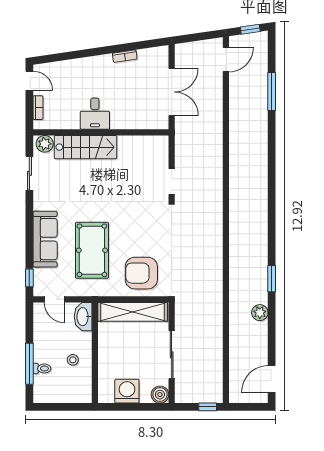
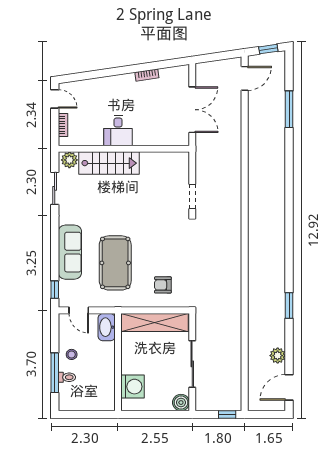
armchair: (141, 273) -> (163, 285), width x0.53, depth x0.53
window: (272, 279) -> (289, 305), moved
plant: (260, 313) -> (278, 356), moved
stool: (73, 360) -> (72, 354), moved
washing machine: (127, 391) -> (133, 387), moved, turned 90

